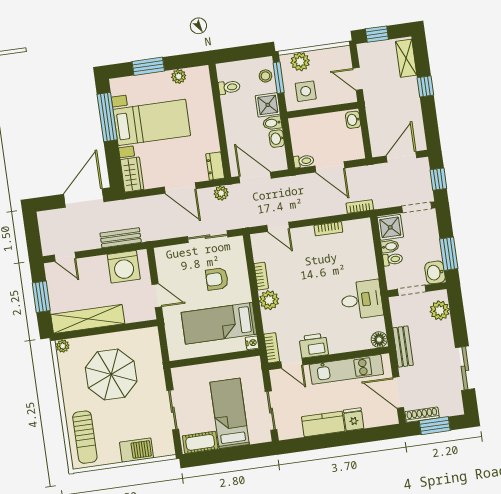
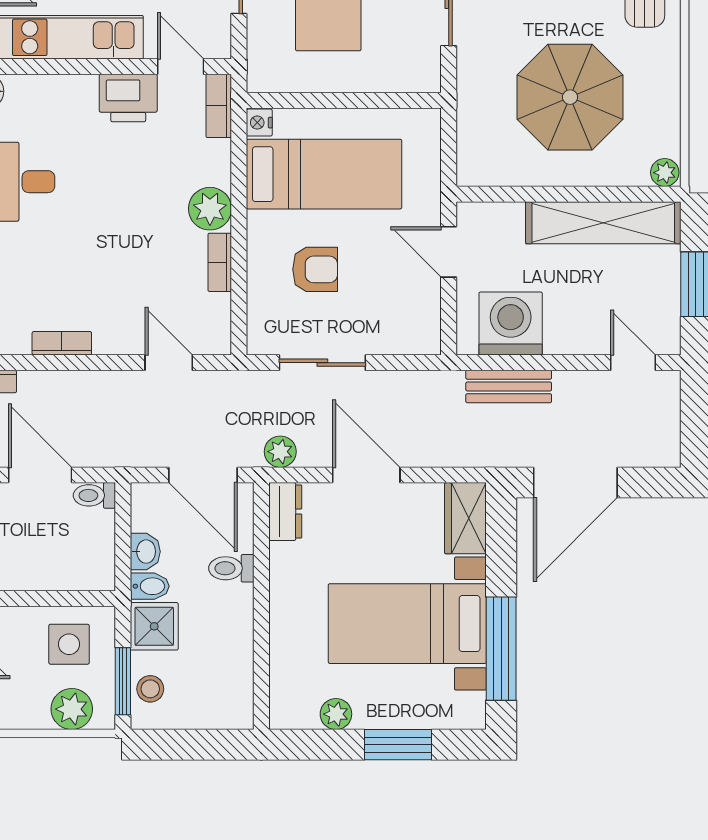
toilet: (229, 87) -> (231, 568), moved

